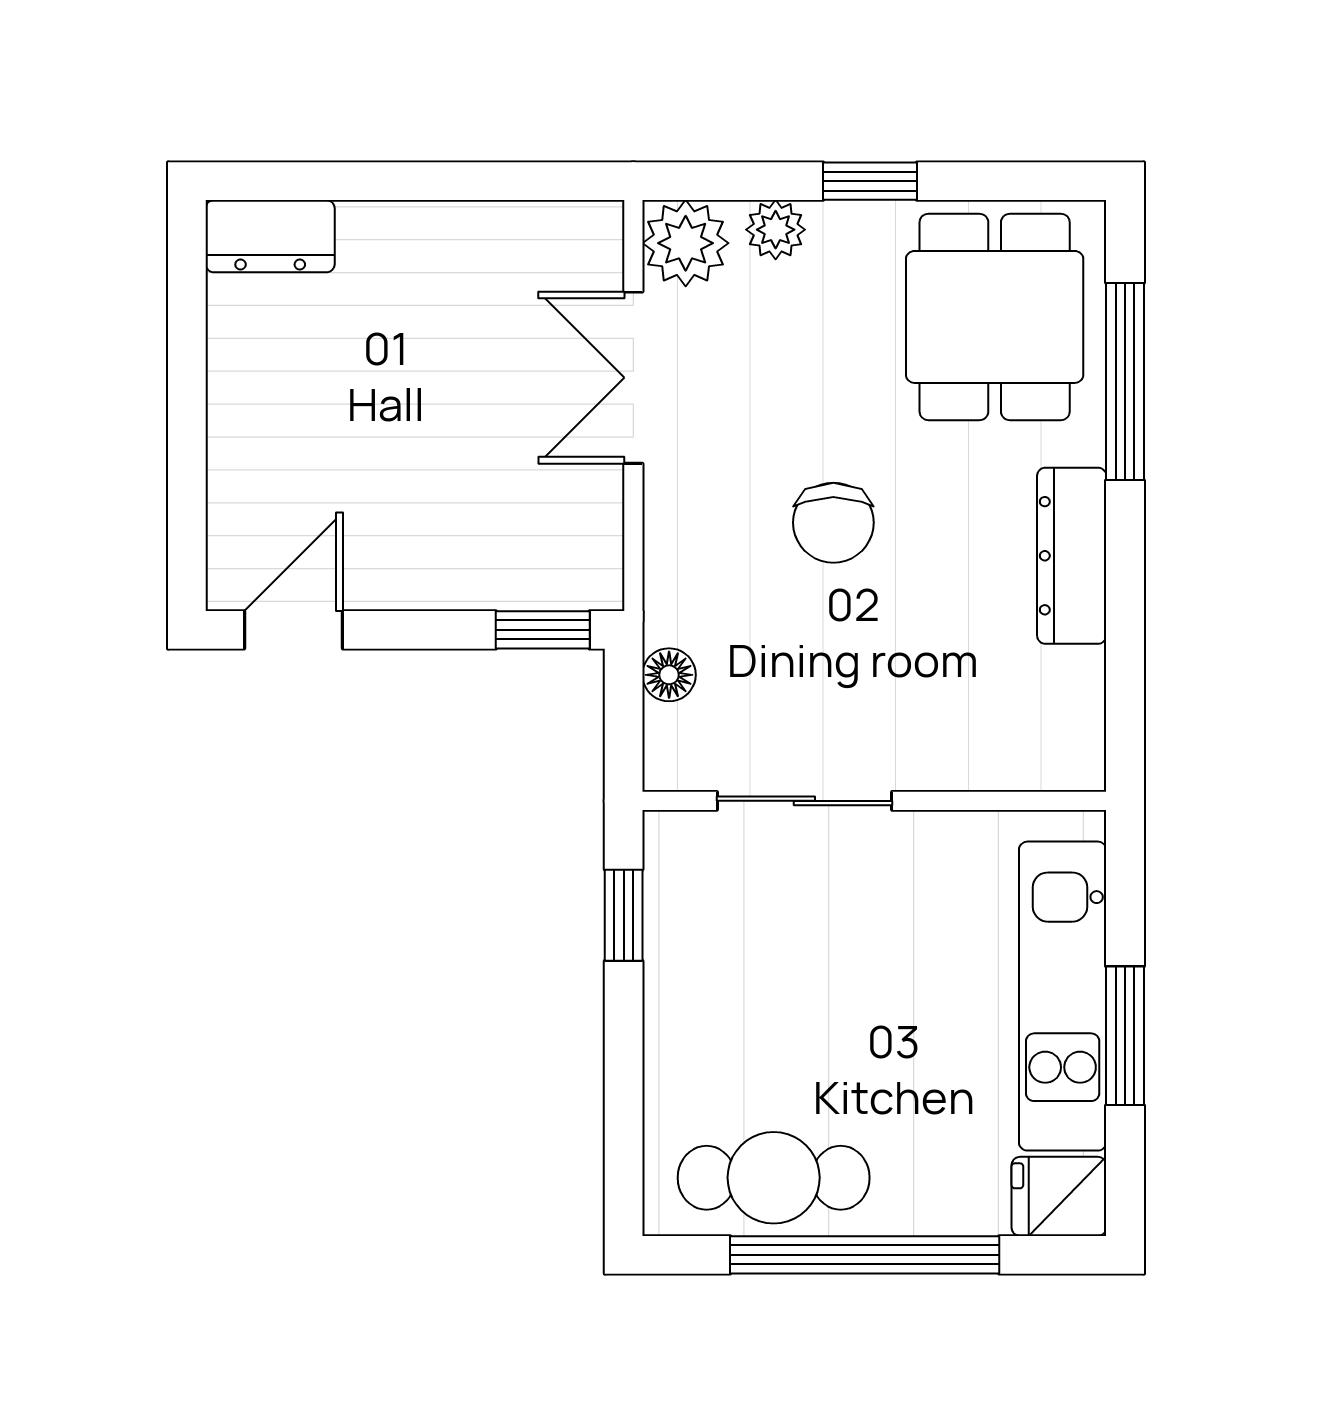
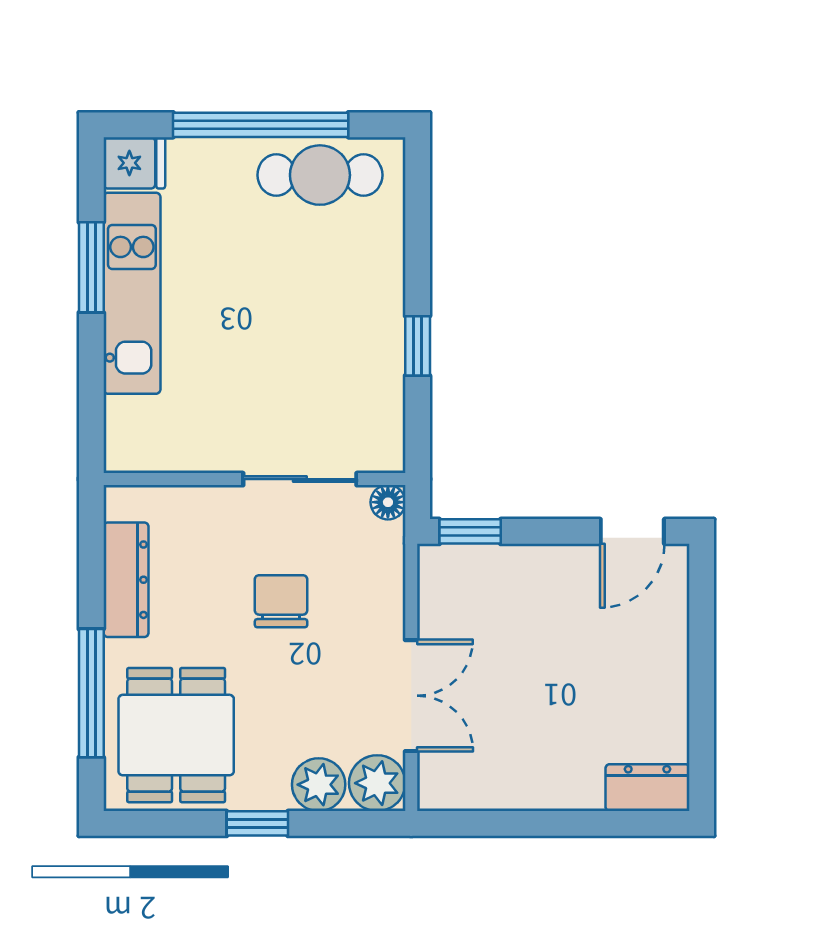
plant: (776, 230) -> (319, 785), width x1.38, depth x1.38
sliding door: (804, 801) -> (300, 479), moved
wall: (874, 801) -> (254, 479), moved

